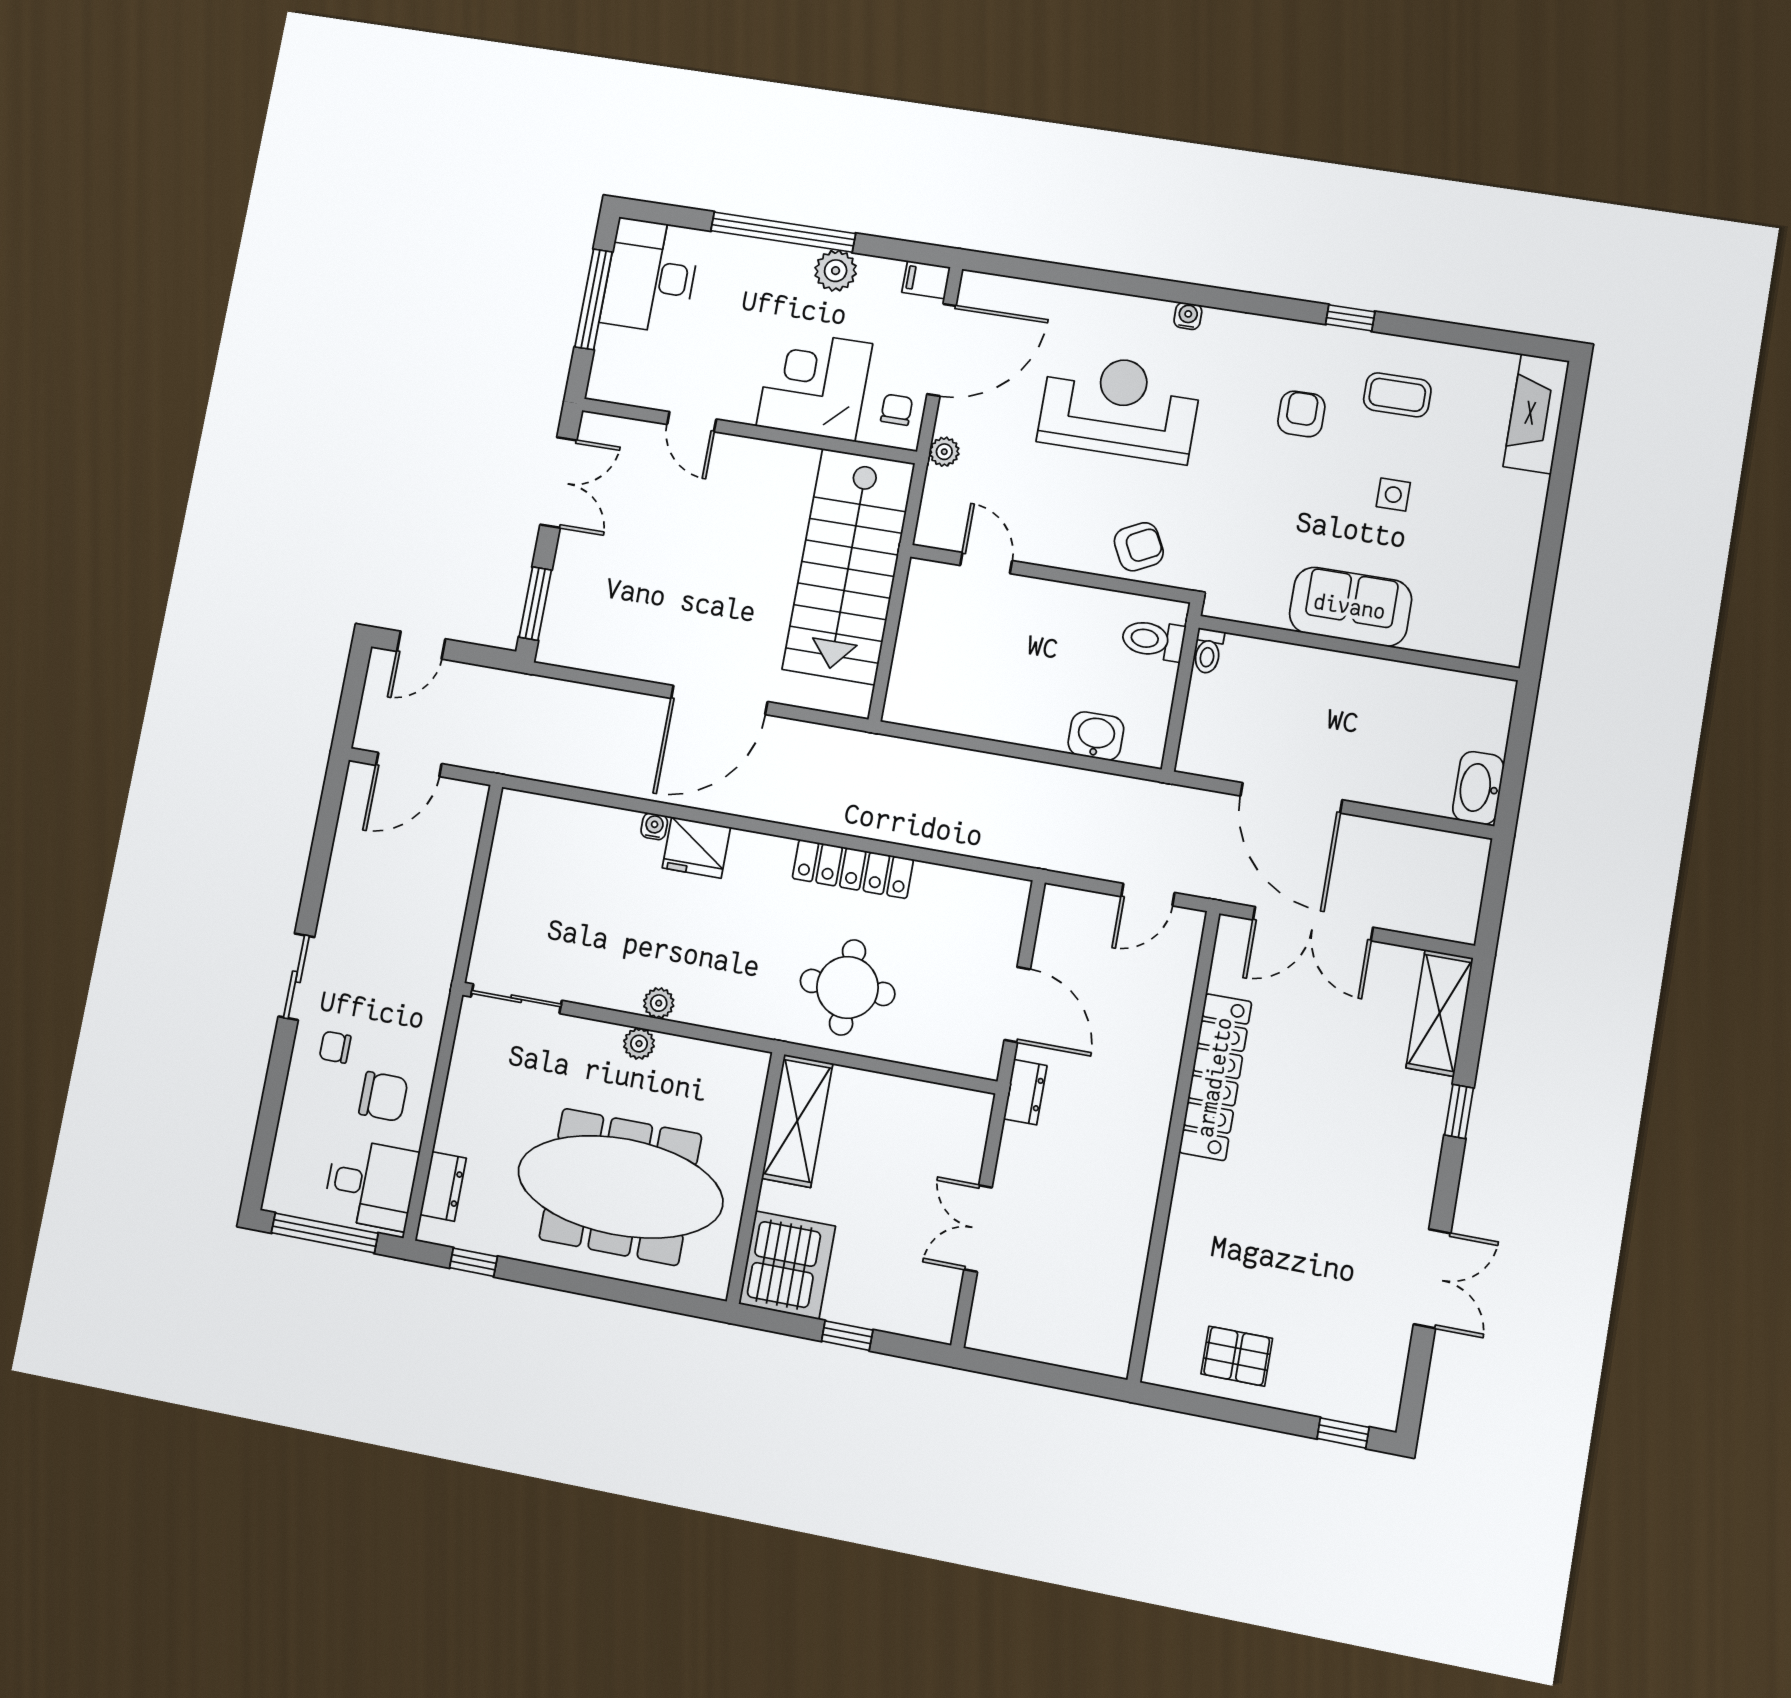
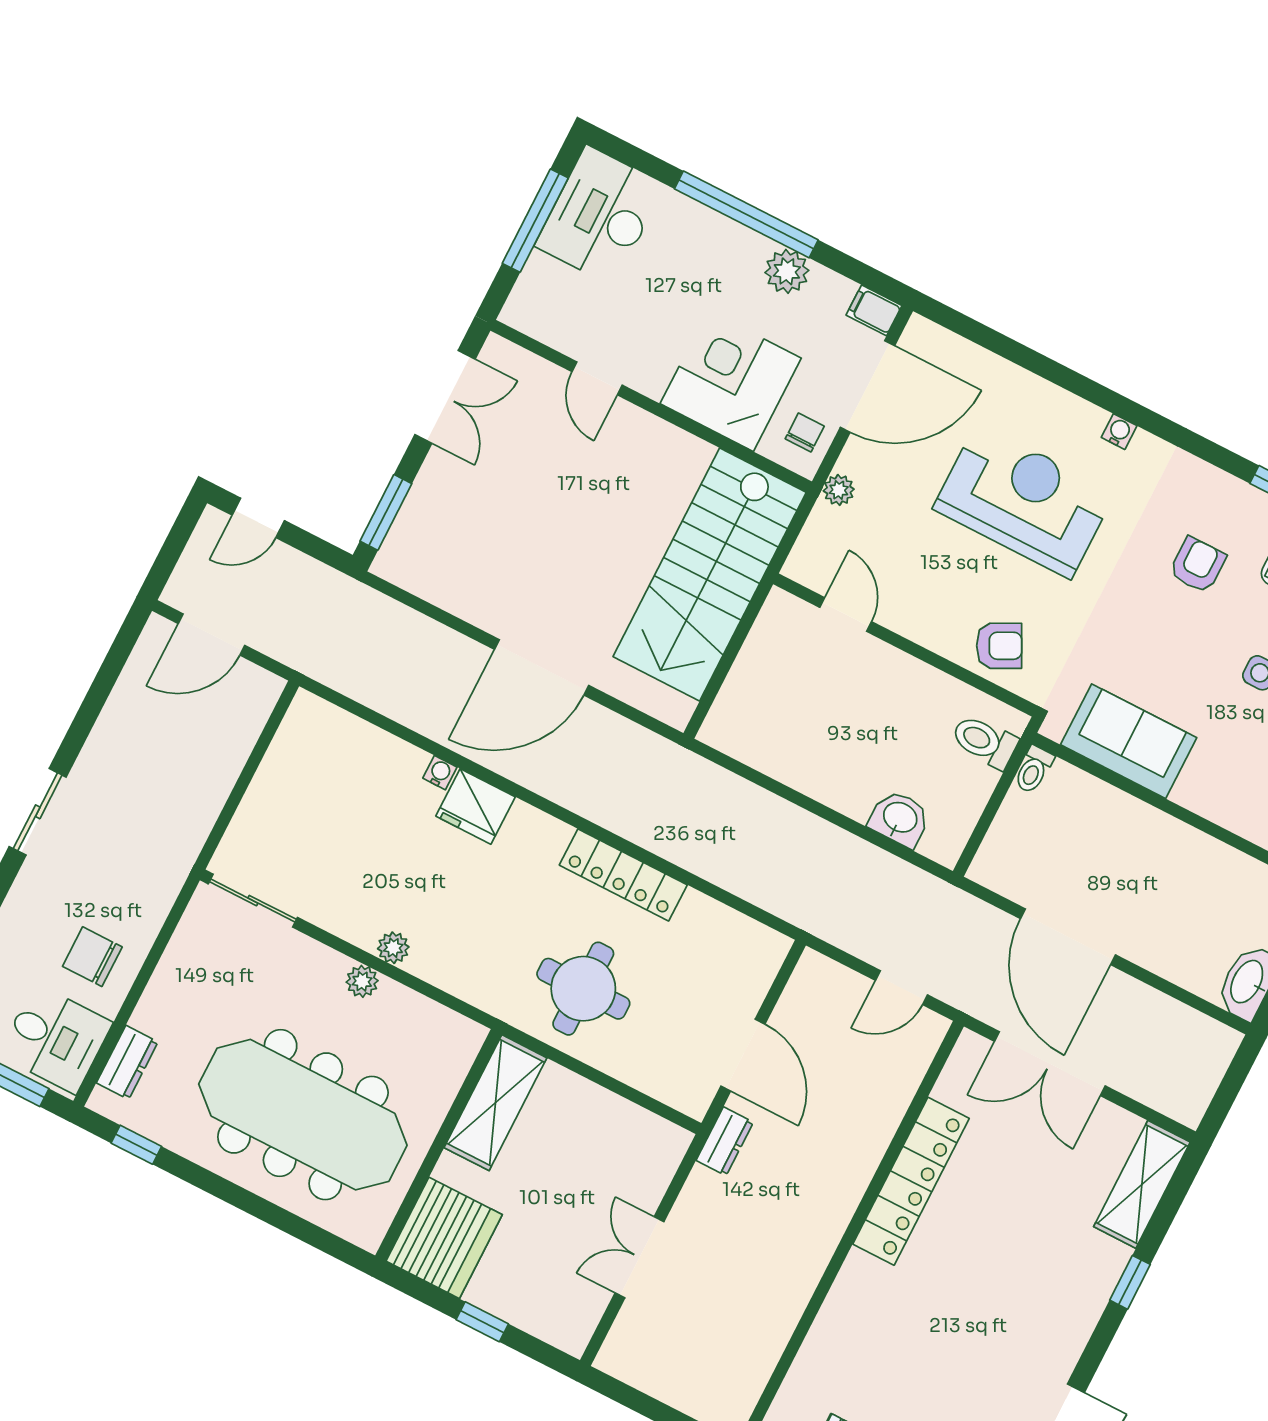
sofa: (1350, 607) -> (1129, 741), moved
chair: (335, 1047) -> (57, 893), removed
chair: (383, 1097) -> (92, 957), turned 180

